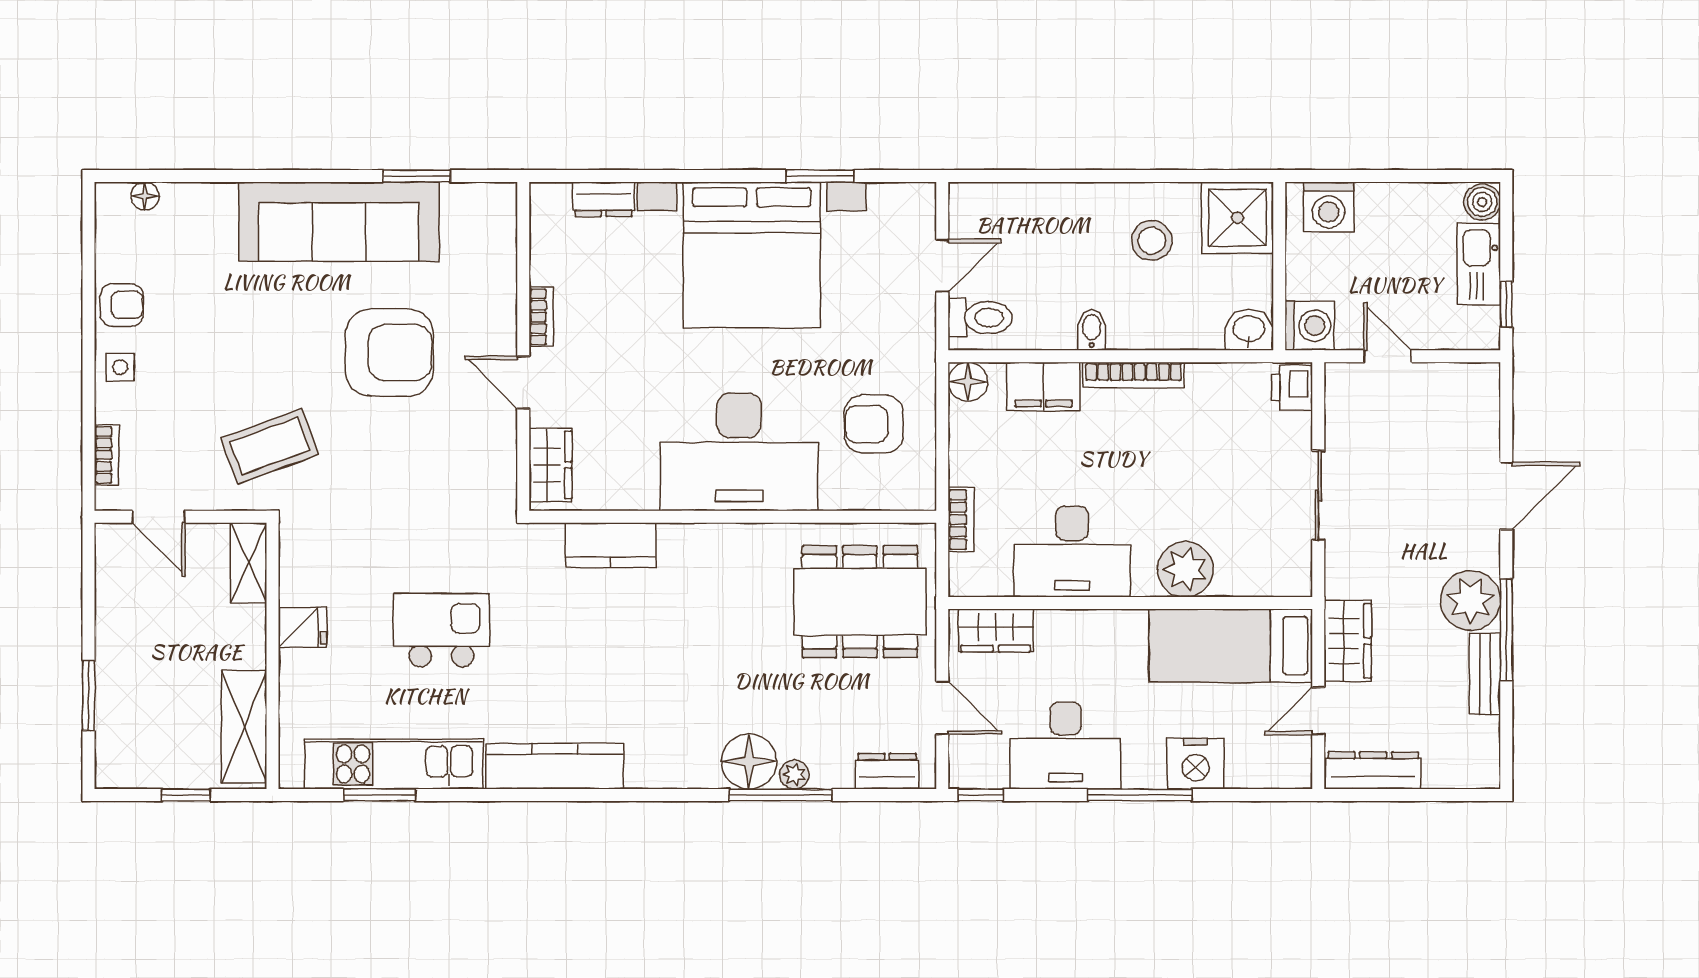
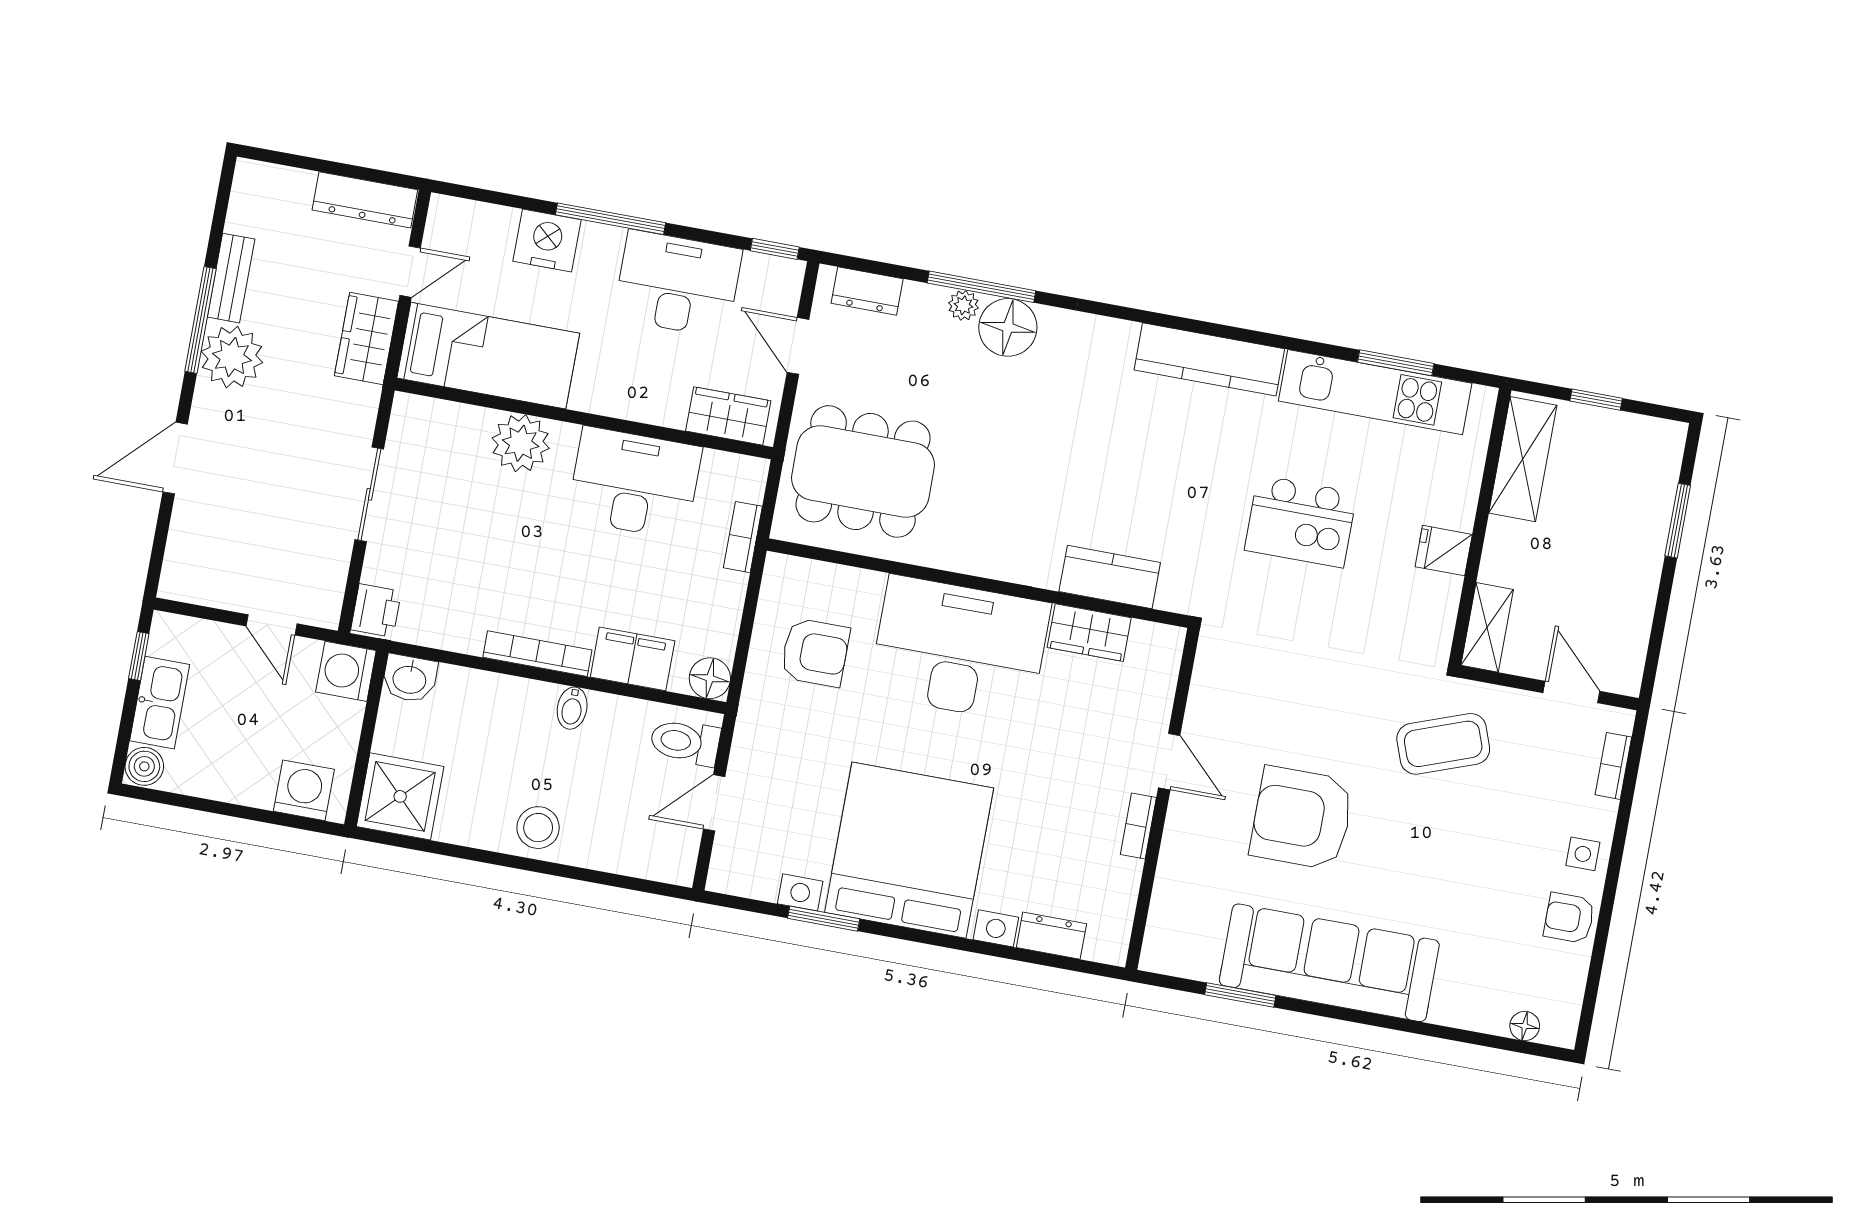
stool: (1152, 241) -> (538, 828), moved
wardrobe: (550, 465) -> (1089, 633), moved, turned -90

